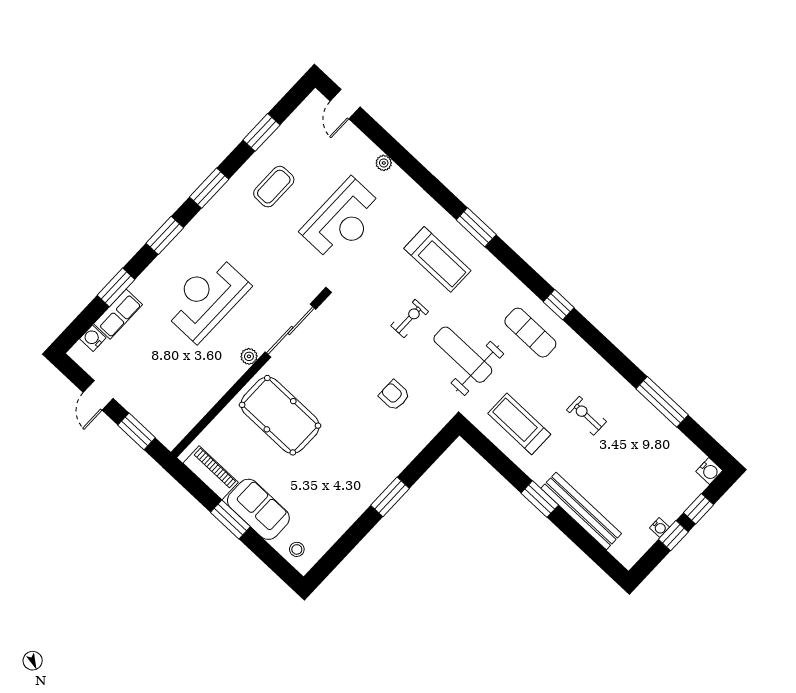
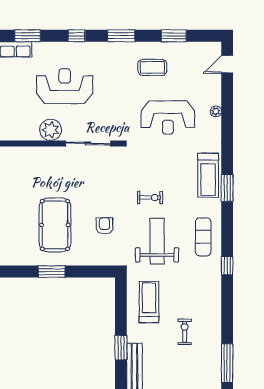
window: (165, 235) -> (77, 36), width x0.67
treadmill: (437, 259) -> (208, 175), moved
exercise mat: (530, 333) -> (203, 237), moved
plant: (249, 356) -> (51, 130), width x1.88, depth x1.88
pool table: (280, 415) -> (55, 225), moved

